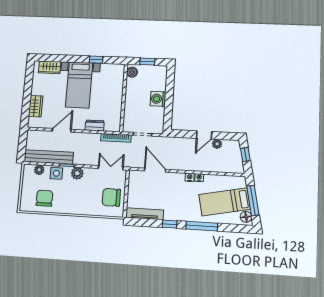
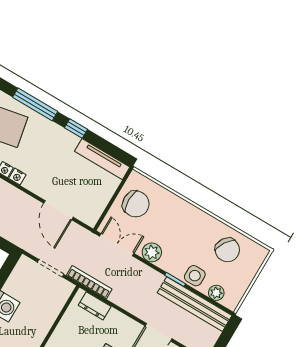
dresser: (95, 125) -> (95, 306), moved
double door: (111, 168) -> (117, 245), swing flipped
plant: (77, 173) -> (152, 252), moved
chair: (44, 198) -> (227, 250), turned -57

